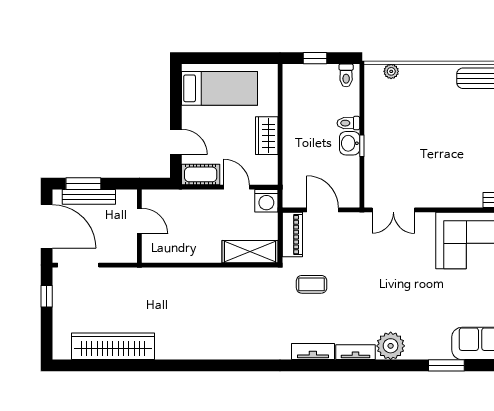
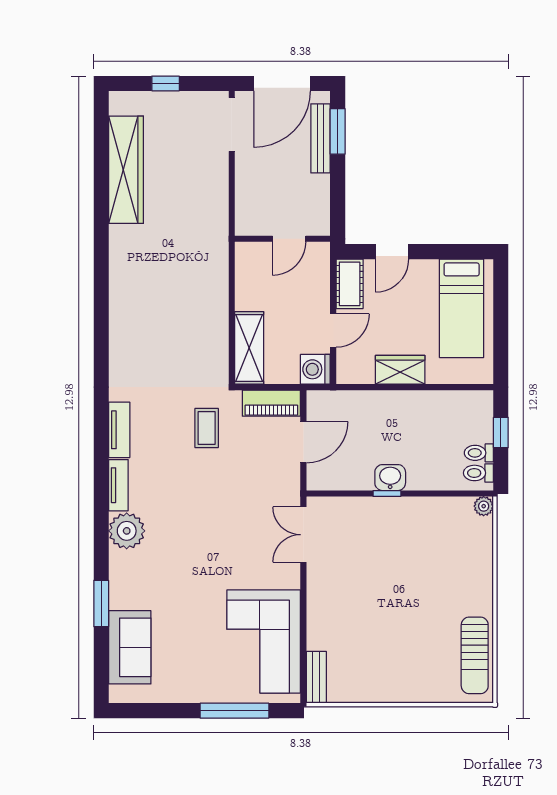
plant: (391, 71) -> (484, 506), moved
toilet: (348, 123) -> (479, 453), moved, turned -90
door: (139, 221) -> (289, 239), moved
wall: (139, 226) -> (282, 239), moved
window: (47, 296) -> (166, 83), moved

